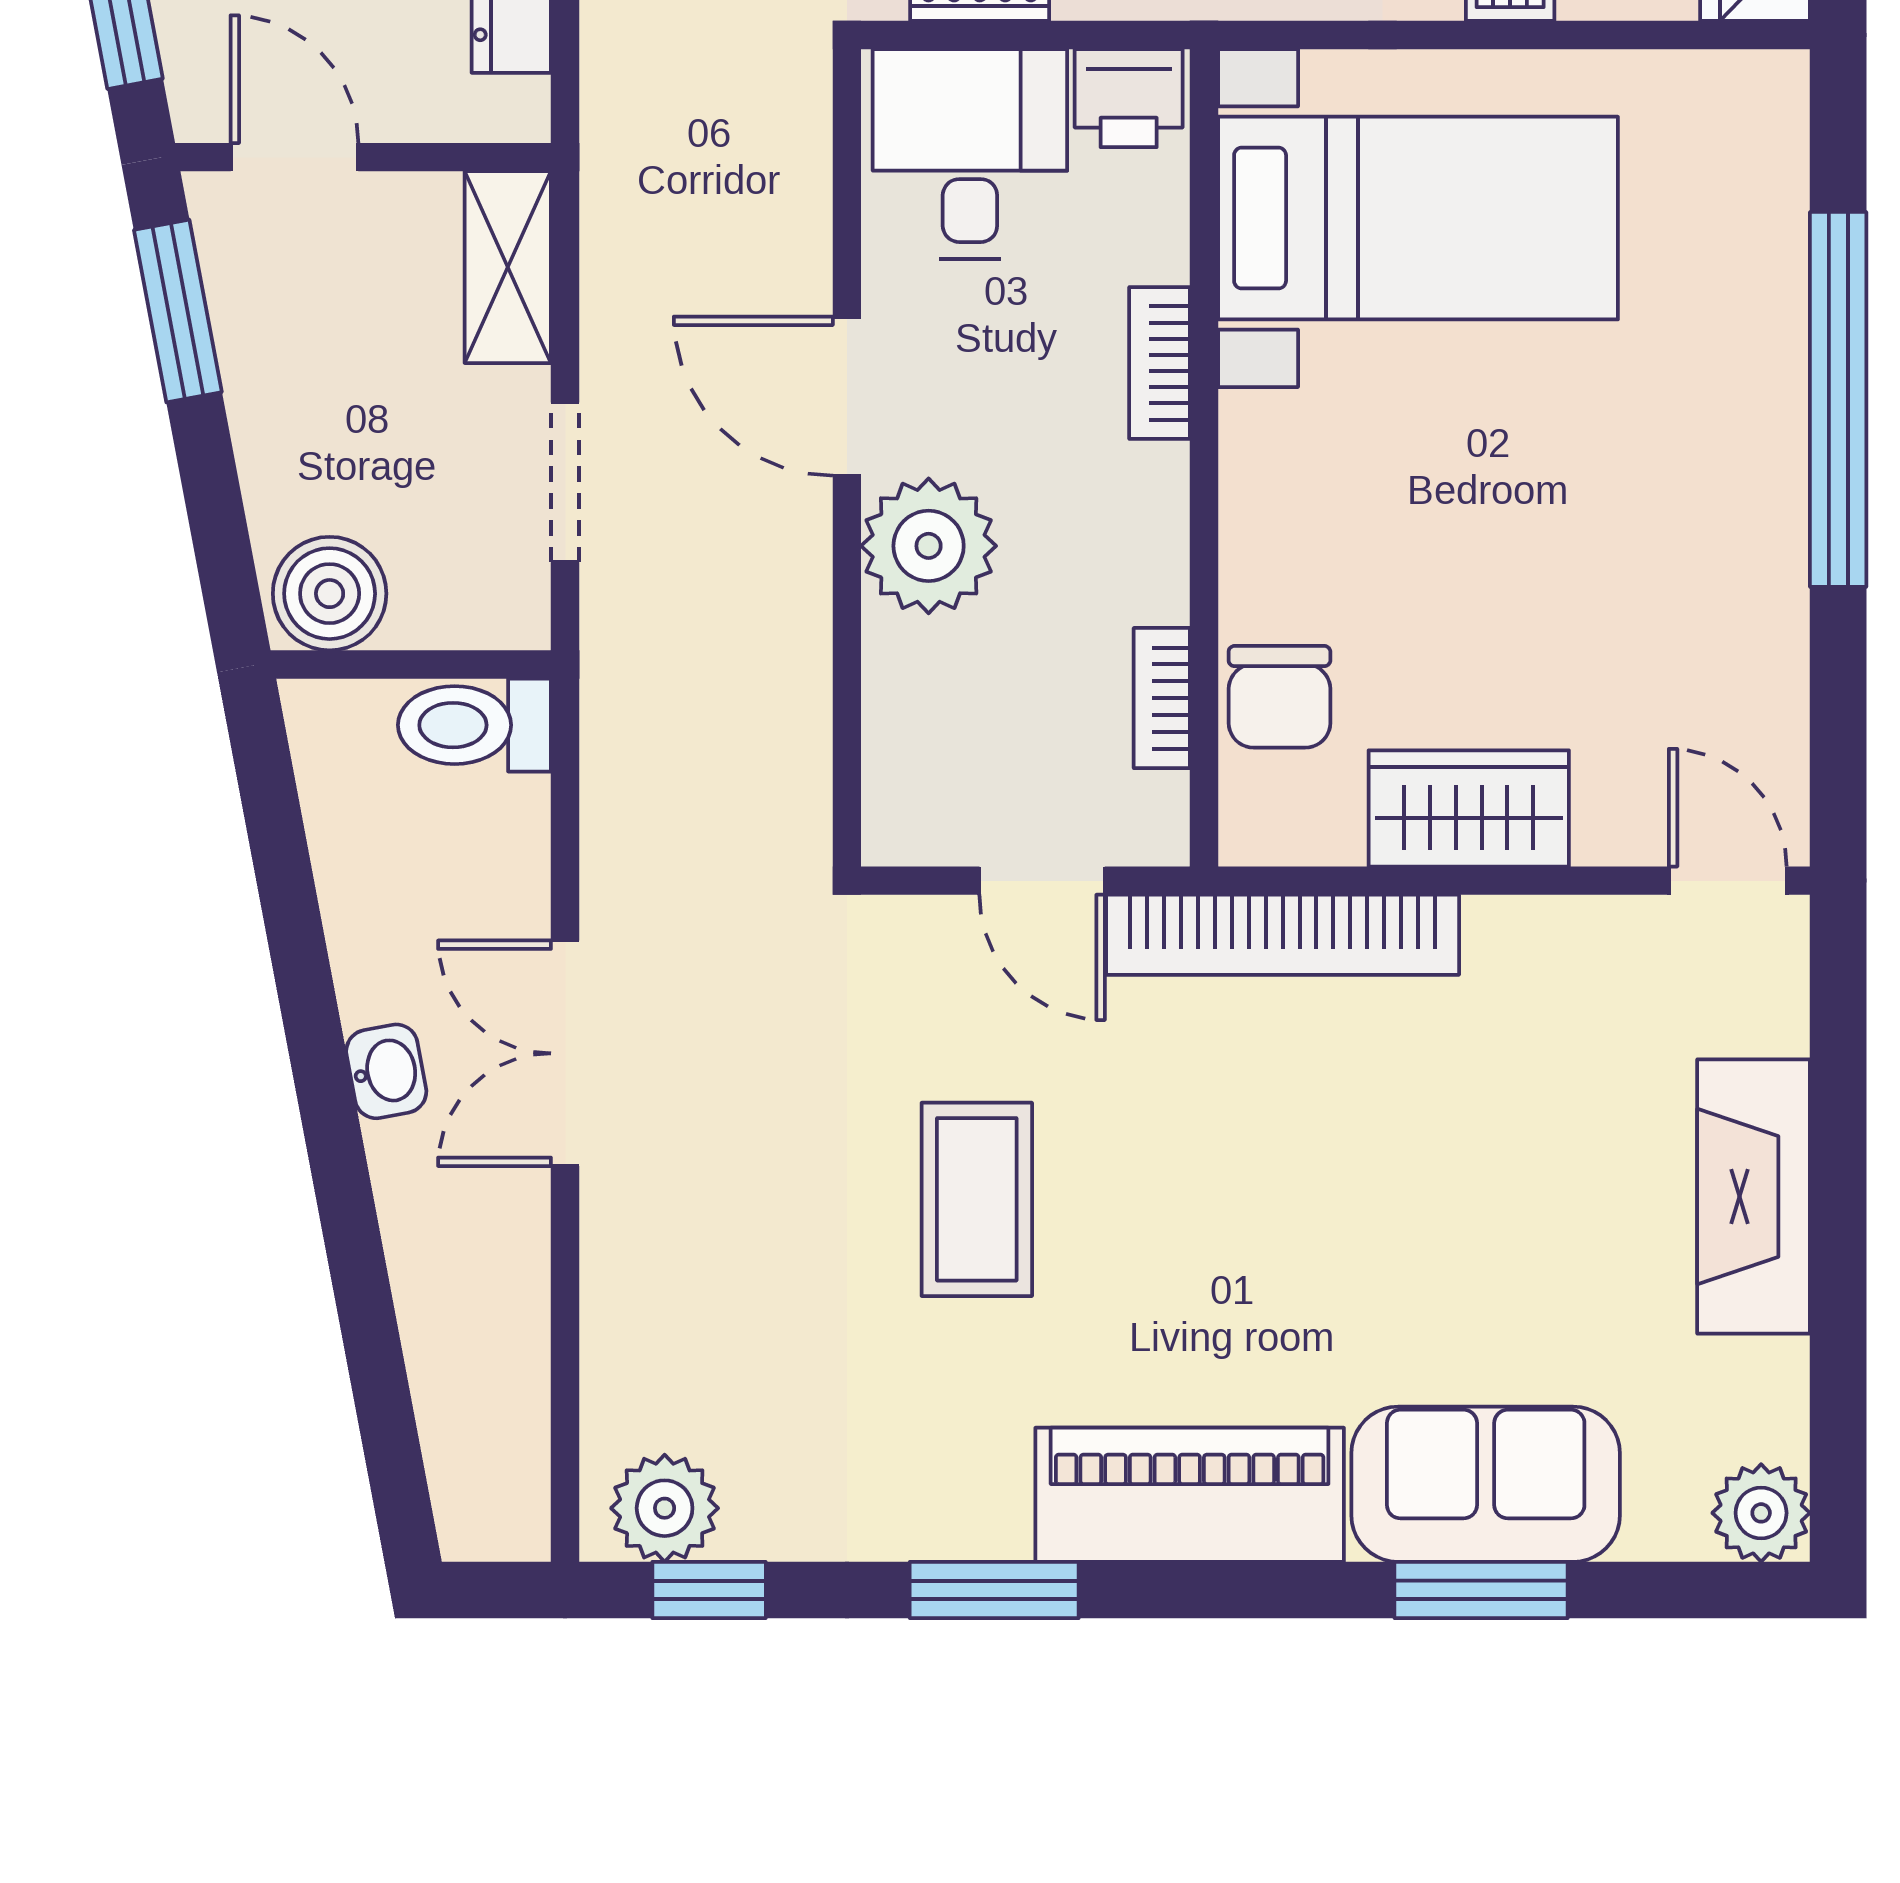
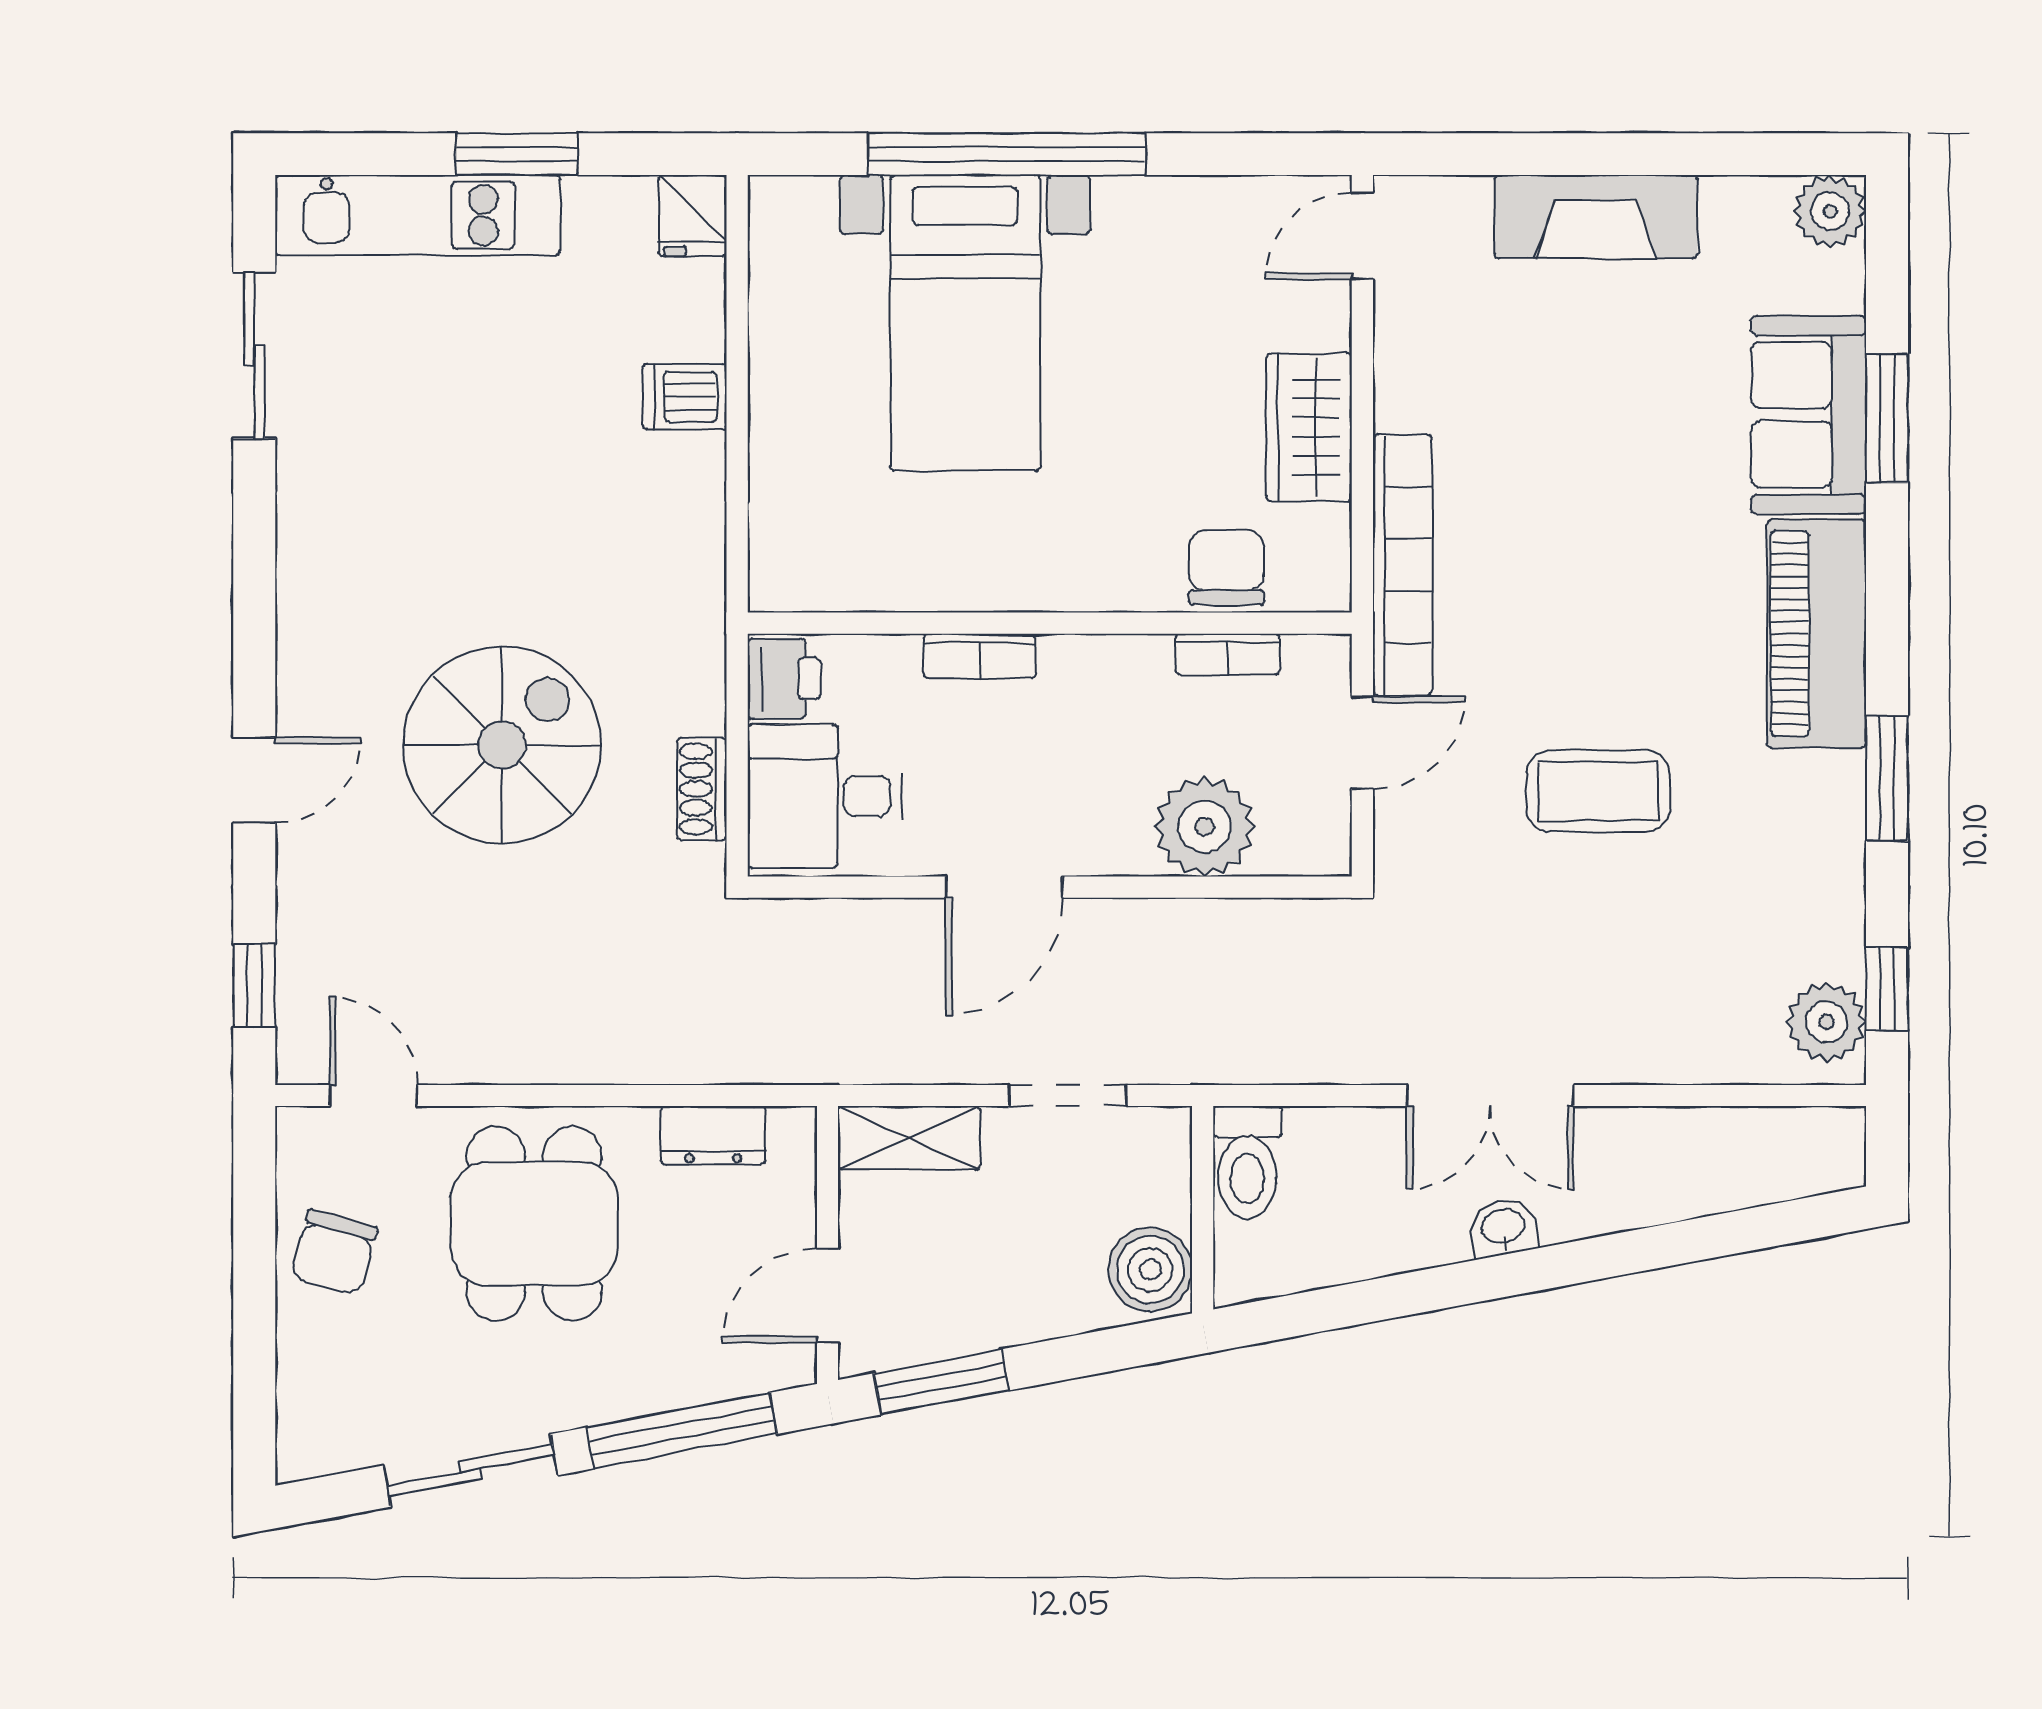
bed with nightstands: (1418, 218) -> (965, 323), moved, turned 180
plant: (929, 546) -> (1204, 827), moved
chair: (1279, 697) -> (1226, 567), turned -90

